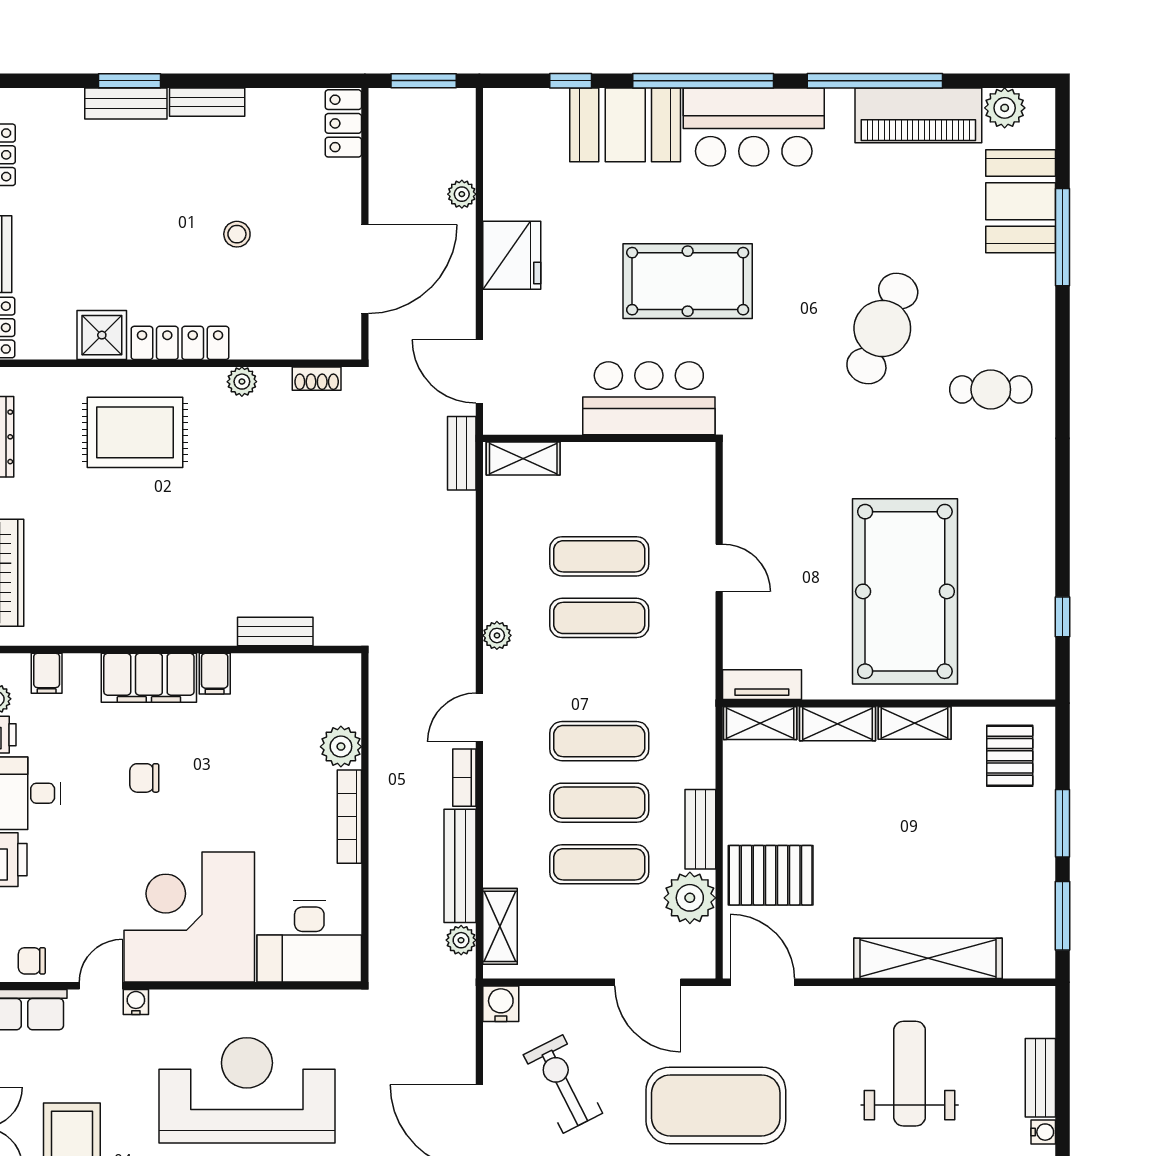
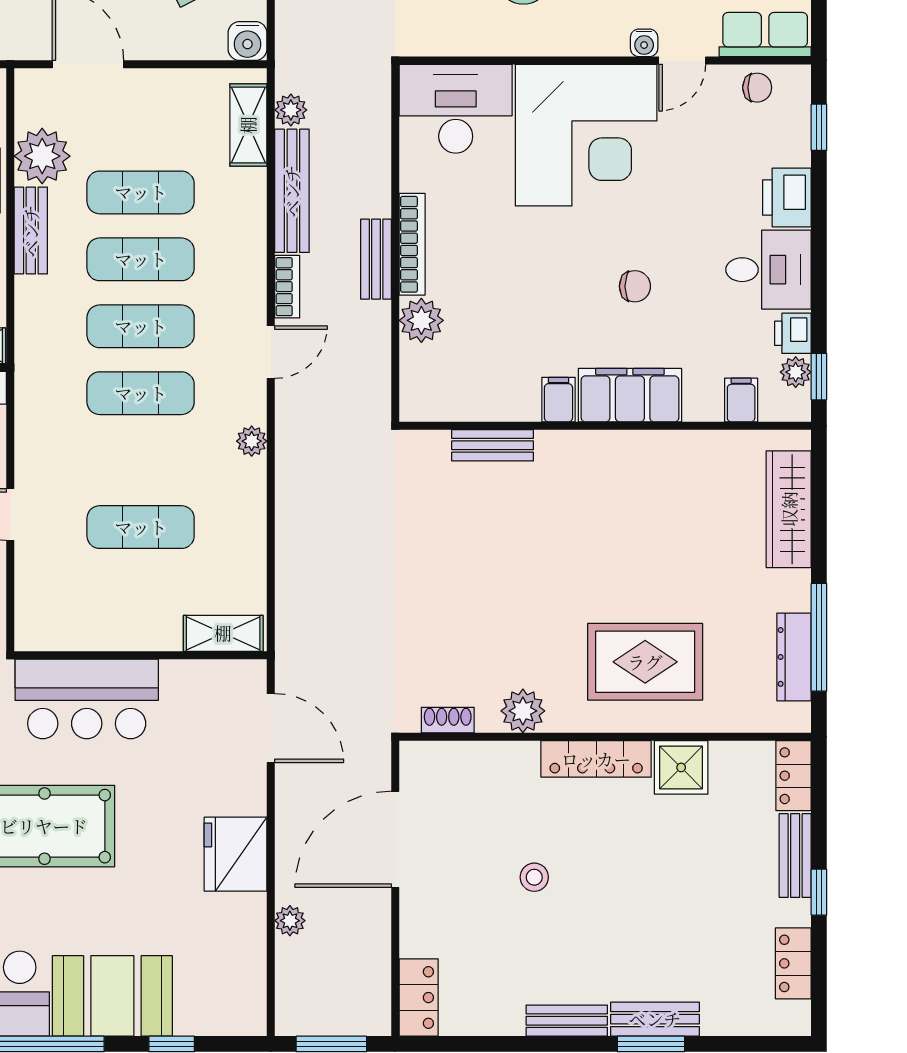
plant: (242, 382) -> (523, 711), width x1.38, depth x1.38
bench: (462, 453) -> (376, 259), moved
exercise mat: (599, 618) -> (141, 393), moved

